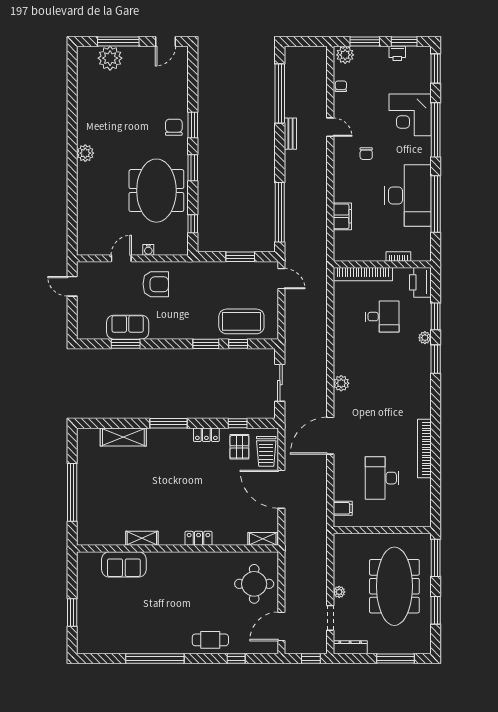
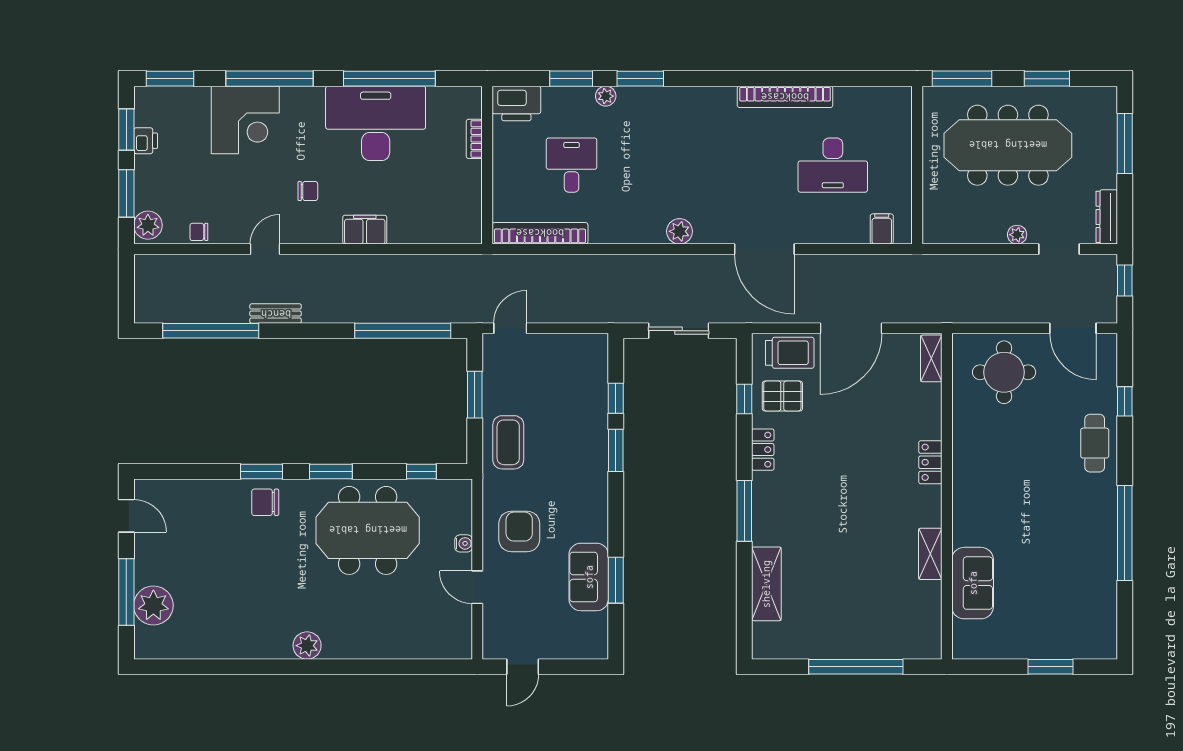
filing cabinet: (342, 216) -> (365, 230), moved
bookcase: (363, 274) -> (540, 233), moved, turned -90
coffee table: (241, 321) -> (508, 442), moved, width x0.73, depth x0.76

